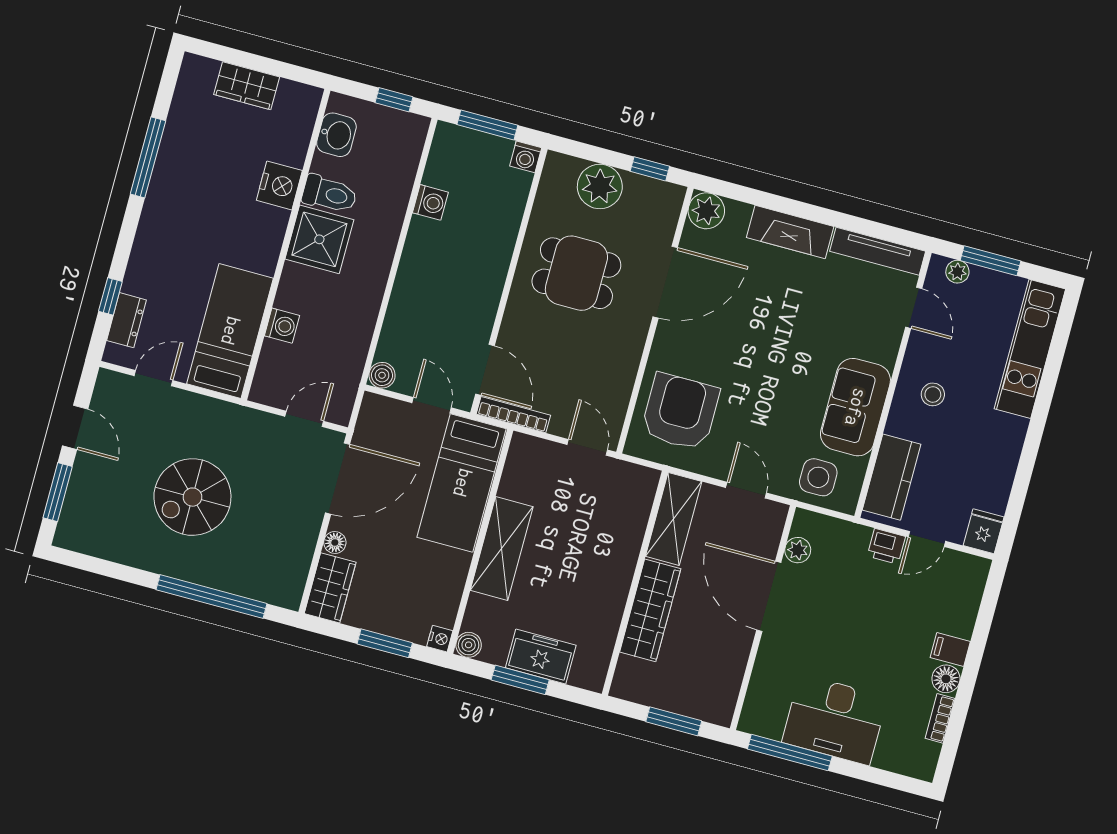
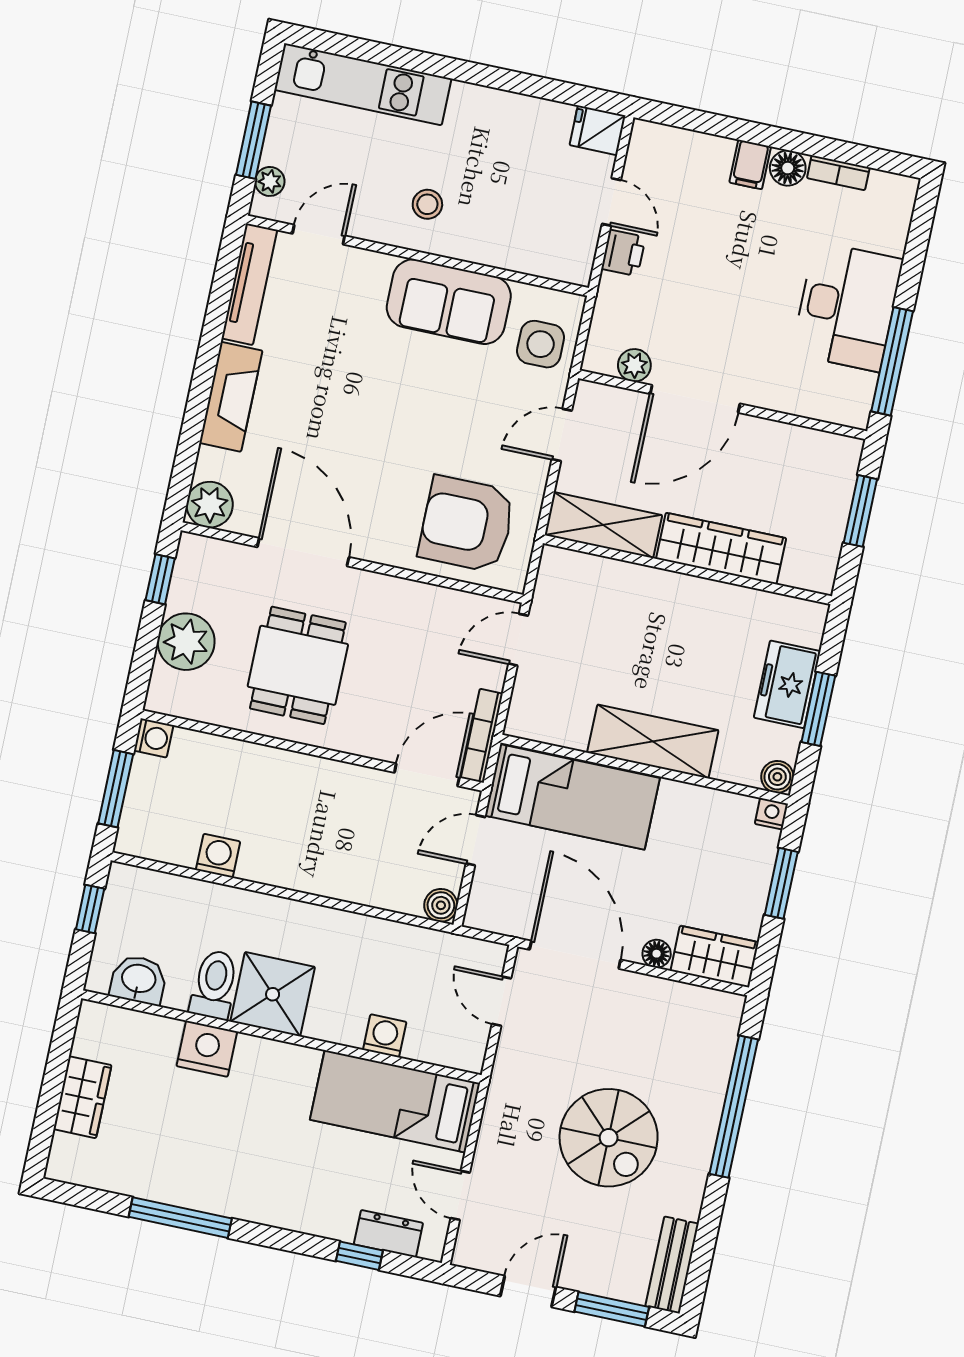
kitchen counter: (892, 477) -> (535, 251), removed
bench: (90, 541) -> (672, 1265), added

